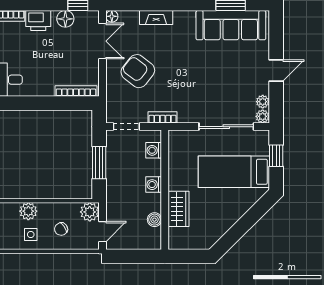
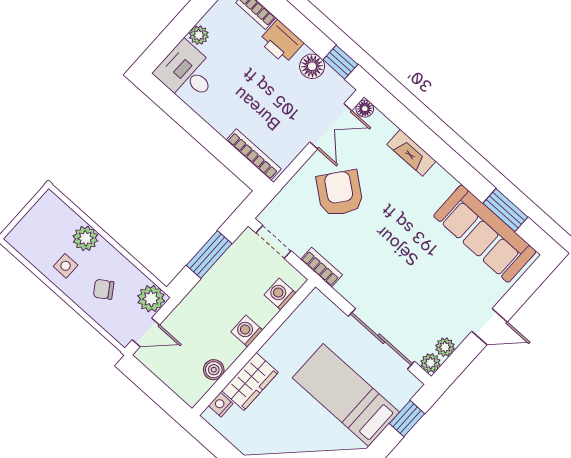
nightstand: (174, 234) -> (221, 405), added

